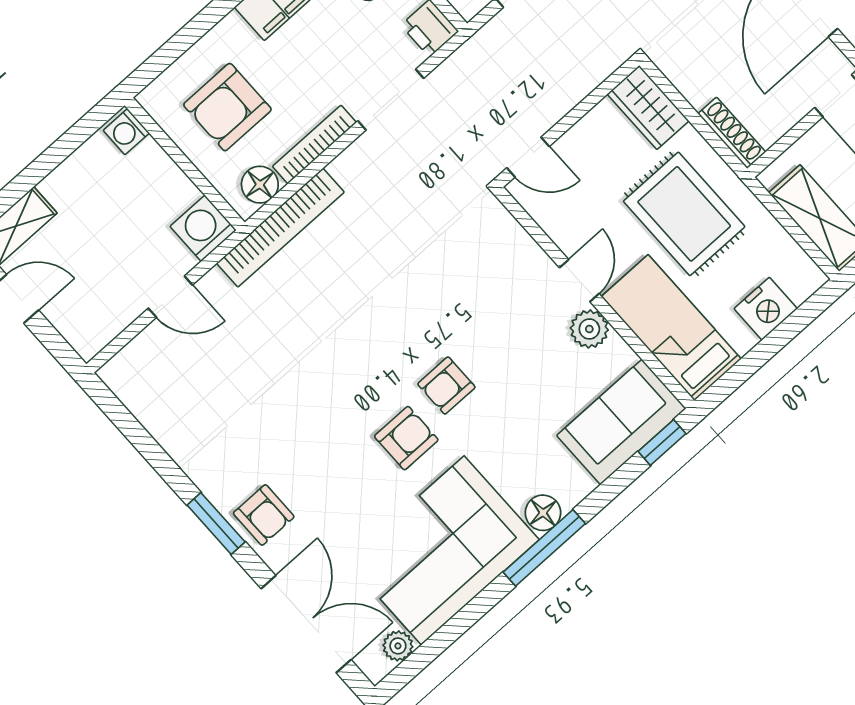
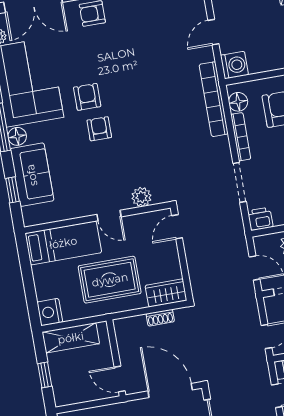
shoe rack: (732, 133) -> (160, 318), moved, width x0.70
nightstand: (766, 309) -> (50, 312), moved
plant: (589, 329) -> (142, 197), moved
sofa: (621, 422) -> (32, 175), moved
armchair: (406, 438) -> (87, 97), turned 180
window: (662, 443) -> (12, 190), moved

